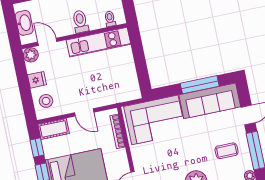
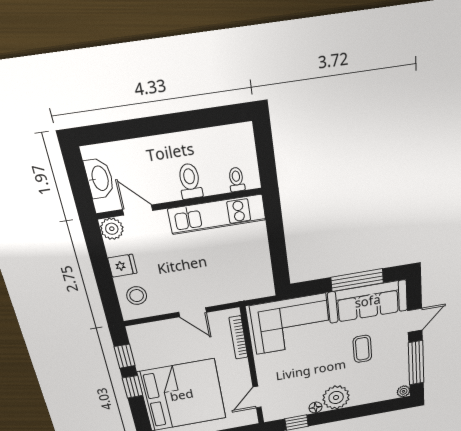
cot: (54, 129) -> (148, 333), removed
coffee table: (227, 151) -> (362, 349), moved, turned 90

